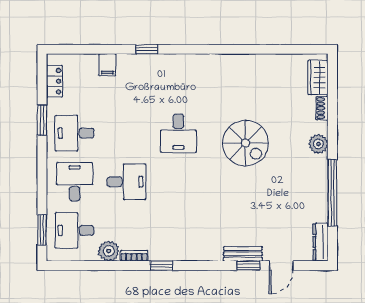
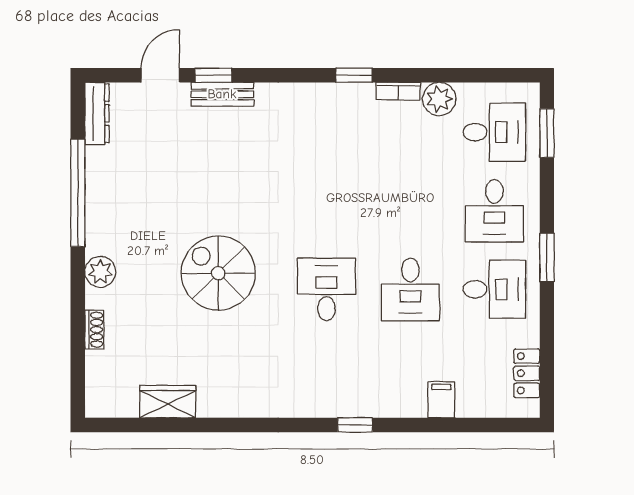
window: (147, 49) -> (355, 425), moved
wardrobe: (318, 77) -> (168, 402), moved, turned -90
window: (42, 120) -> (547, 258), moved
desk: (127, 182) -> (410, 289), moved, turned -90

